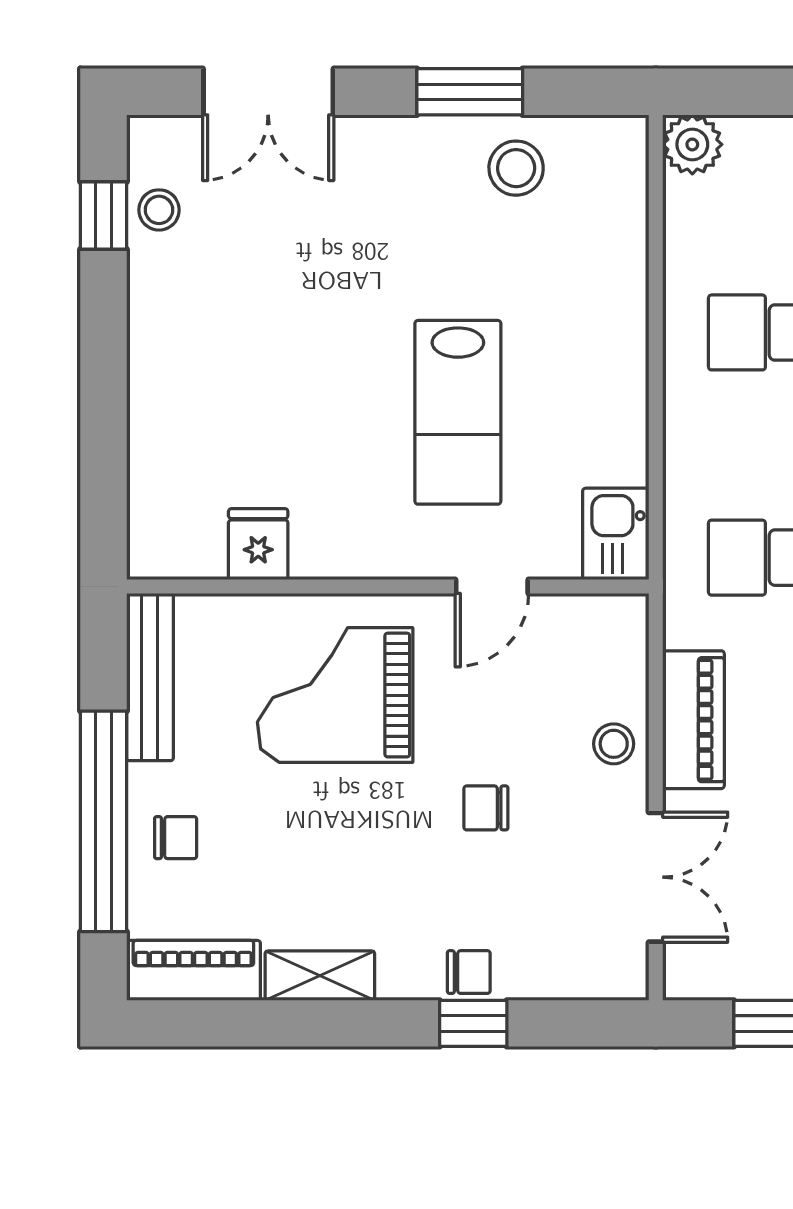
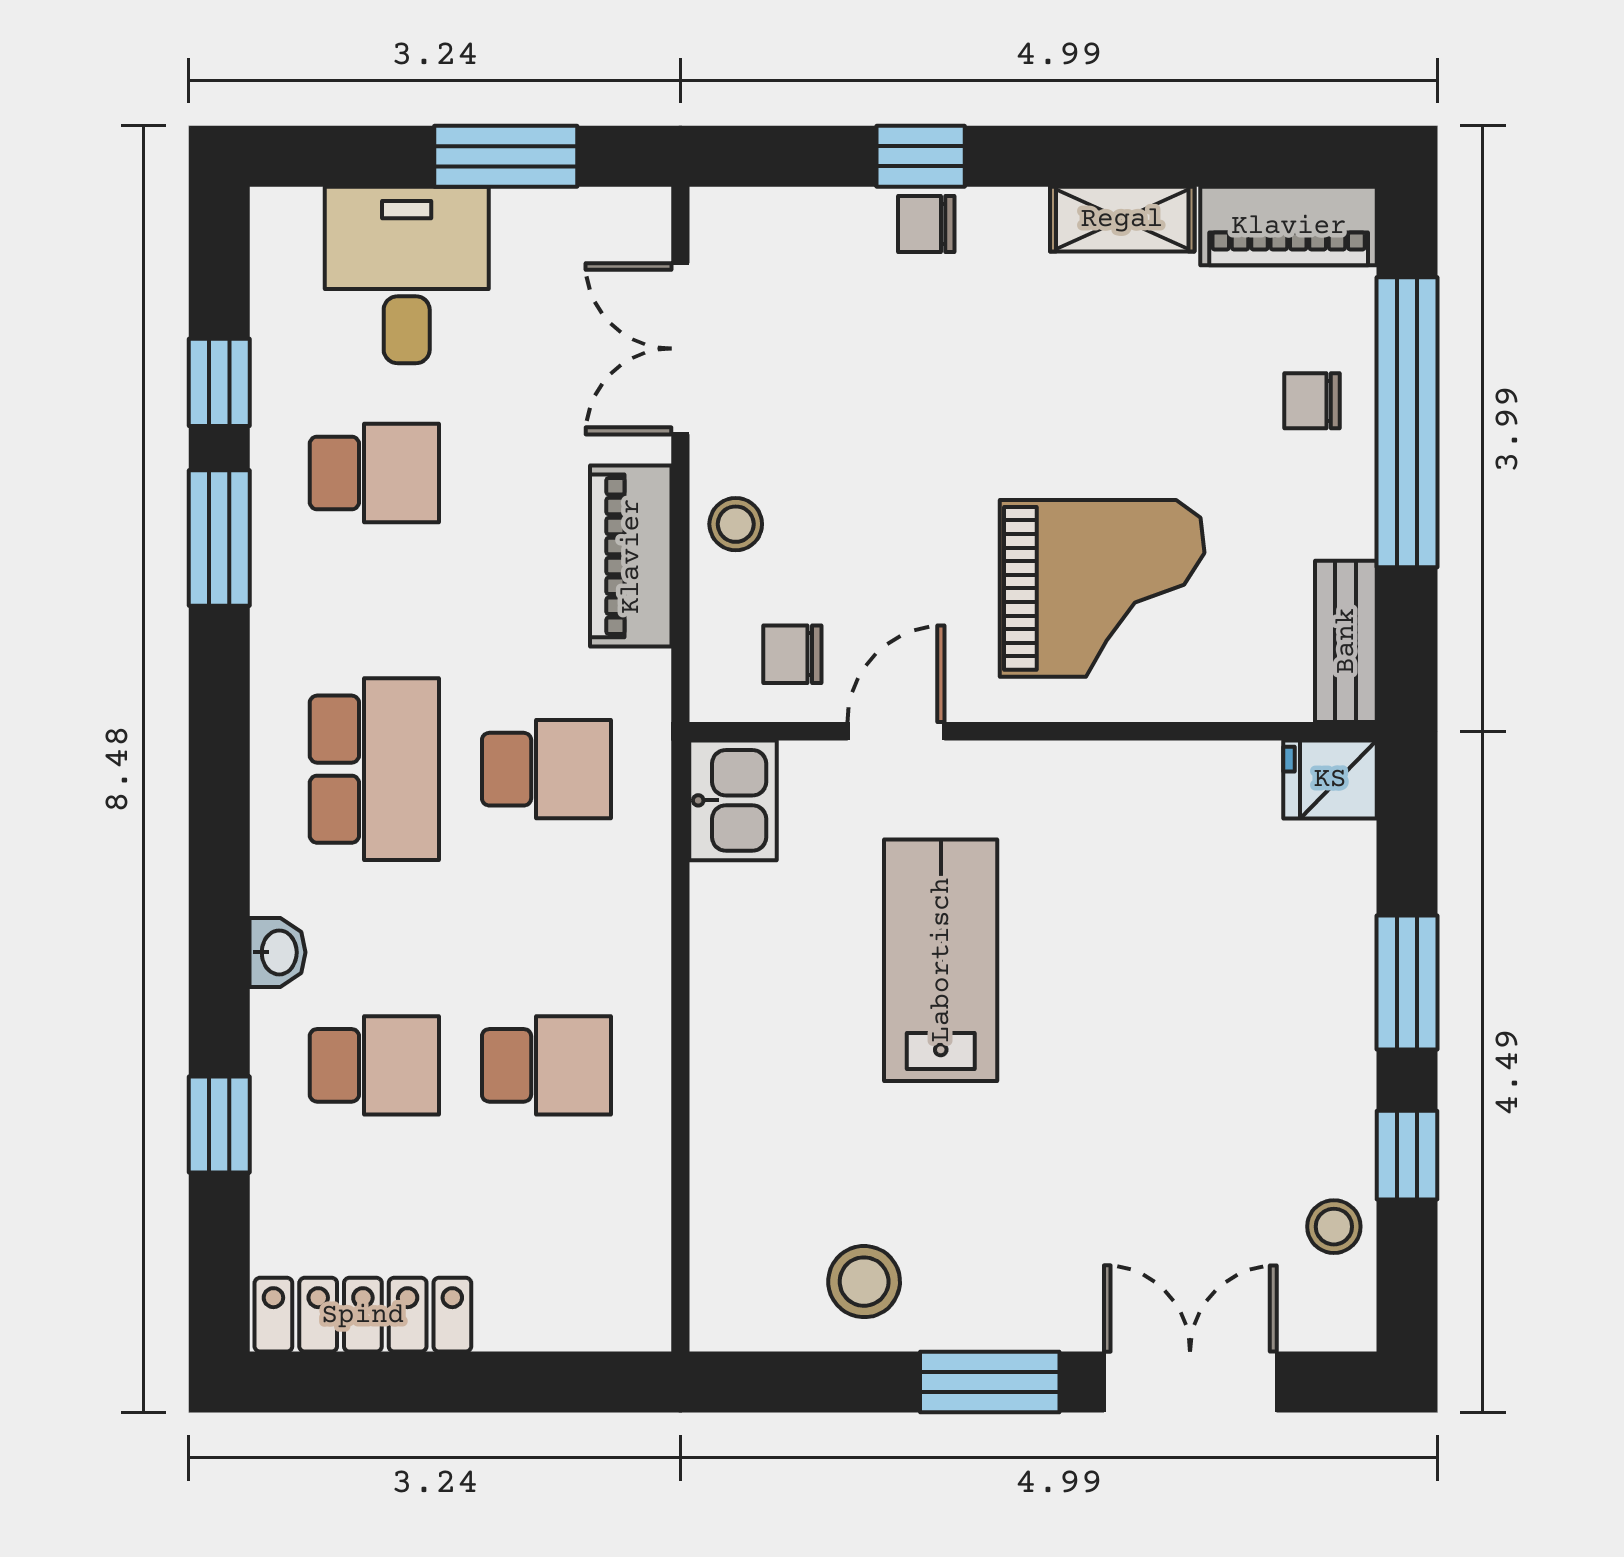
window: (470, 92) -> (990, 1382), moved
plant: (692, 144) -> (632, 1313), removed
window: (103, 215) -> (1407, 1155), moved
window: (103, 395) -> (1407, 983), added
fridge: (258, 544) -> (1330, 779), moved, turned 90
bench: (150, 677) -> (1346, 641), width x0.73
chair: (486, 808) -> (792, 654), moved, turned 180

